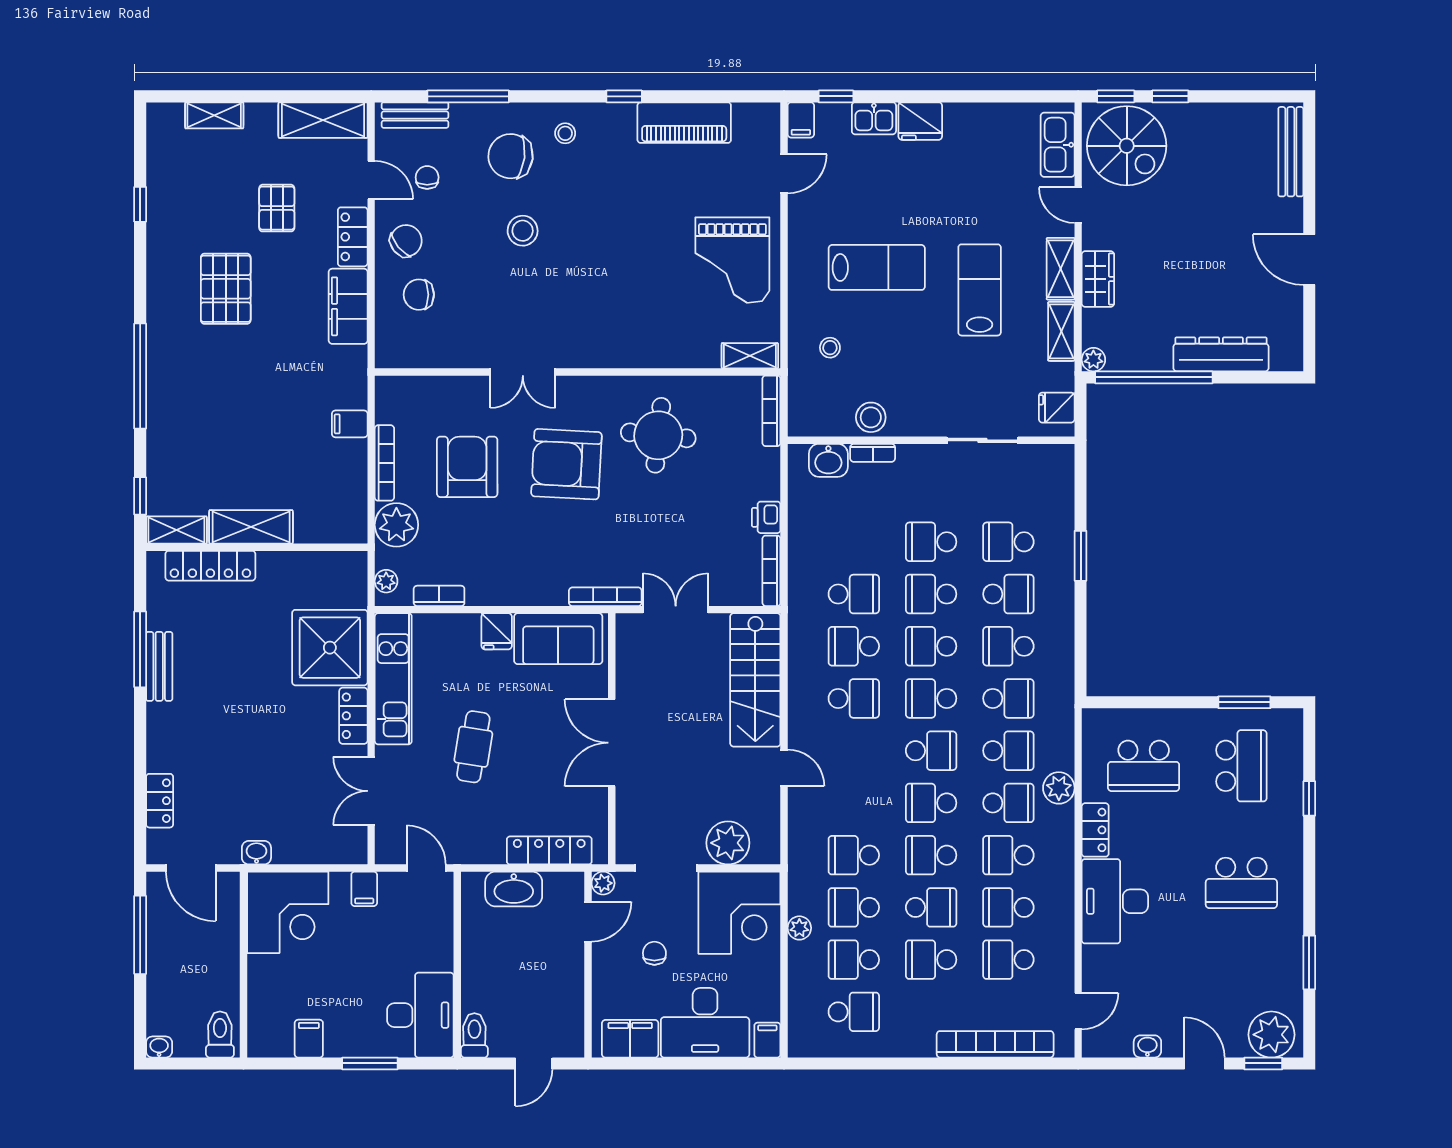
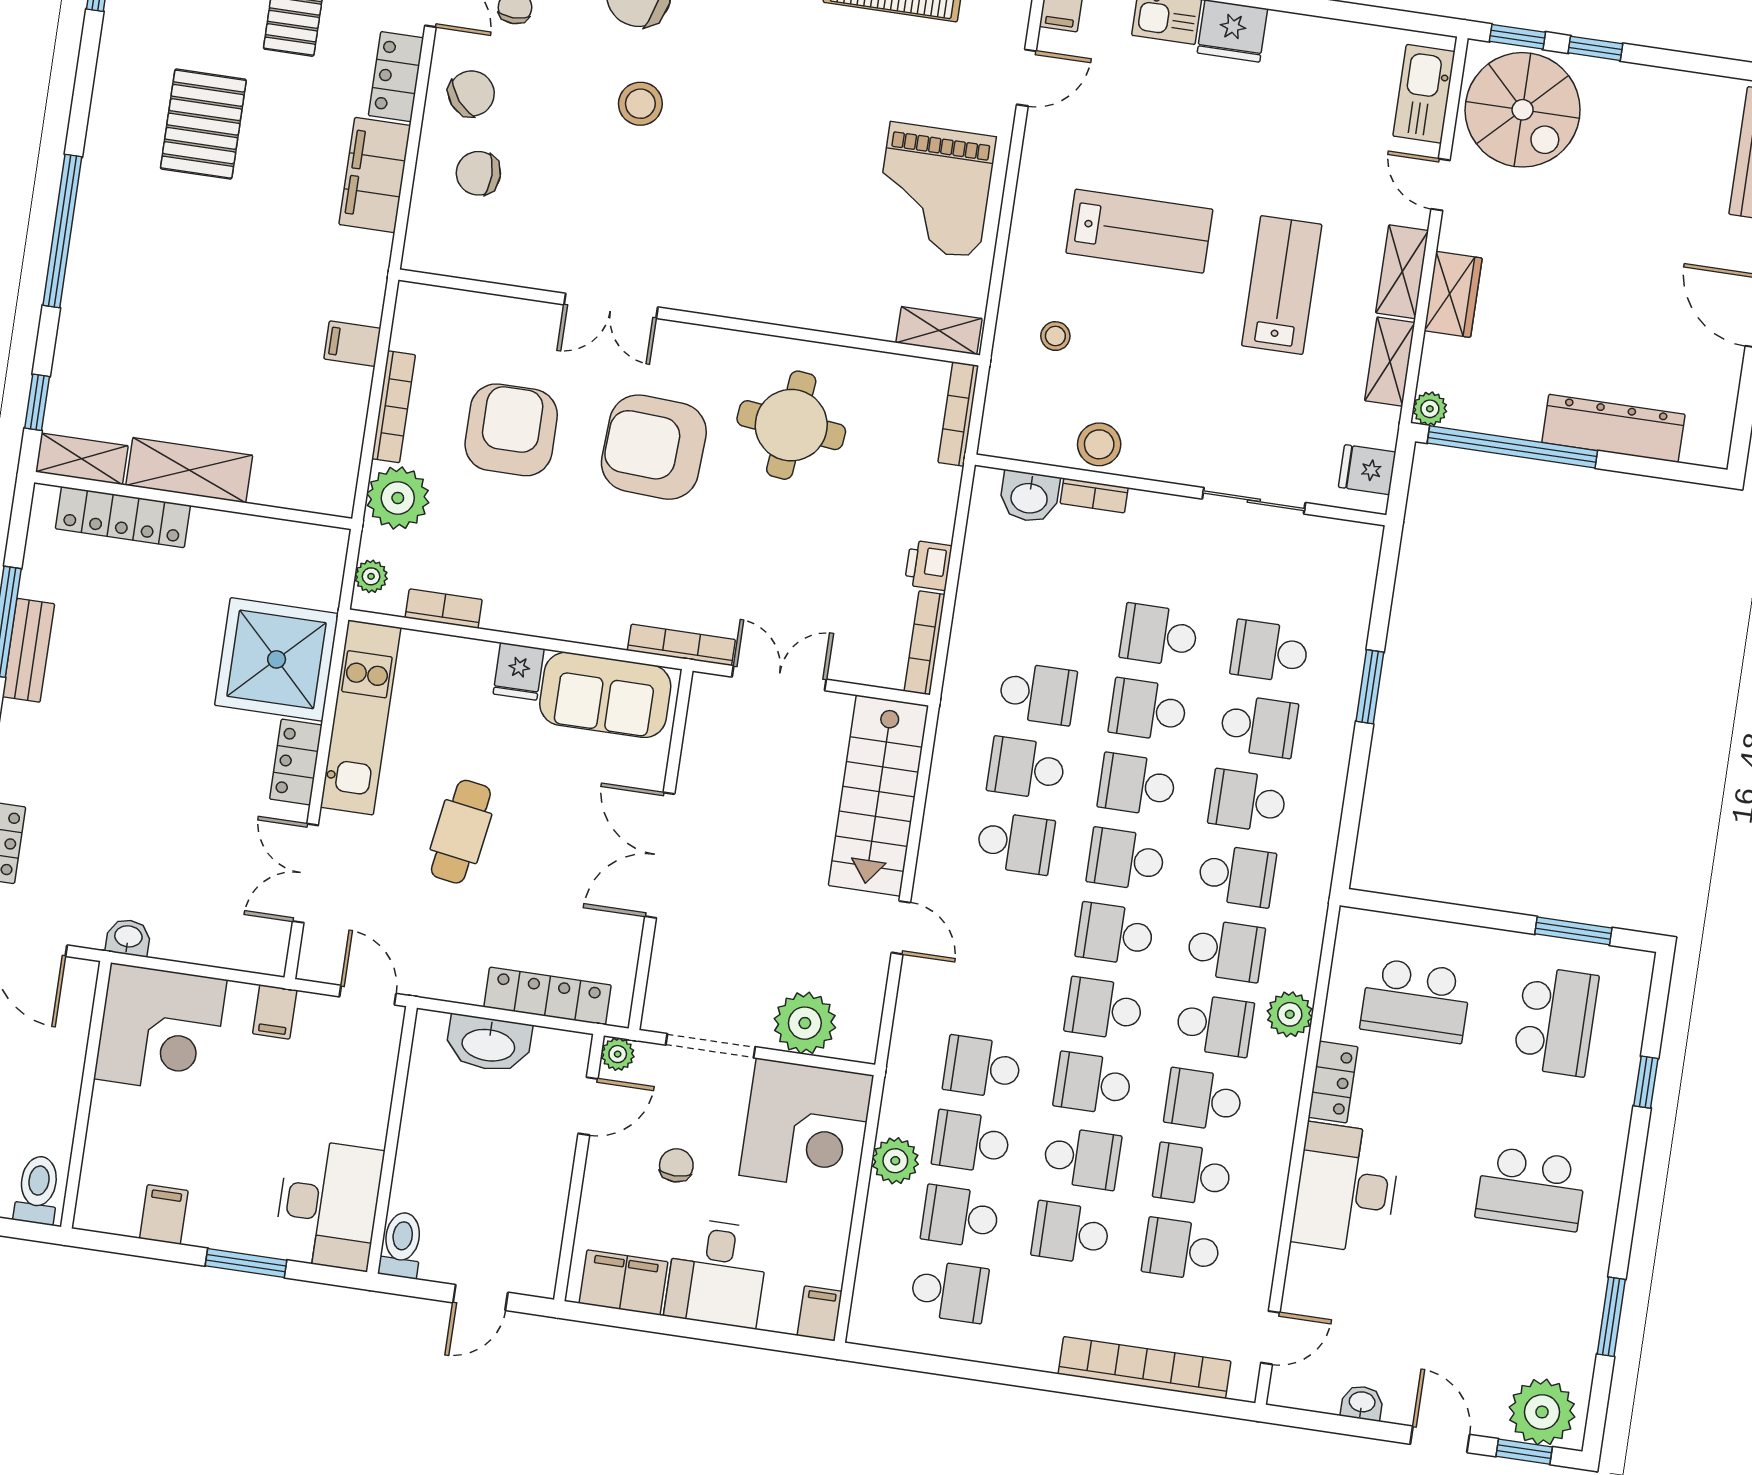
school desk: (931, 751) -> (1115, 934), turned 180
plant: (799, 928) -> (895, 1161), width x1.38, depth x1.38
desk: (705, 1023) -> (717, 1273), width x0.73

